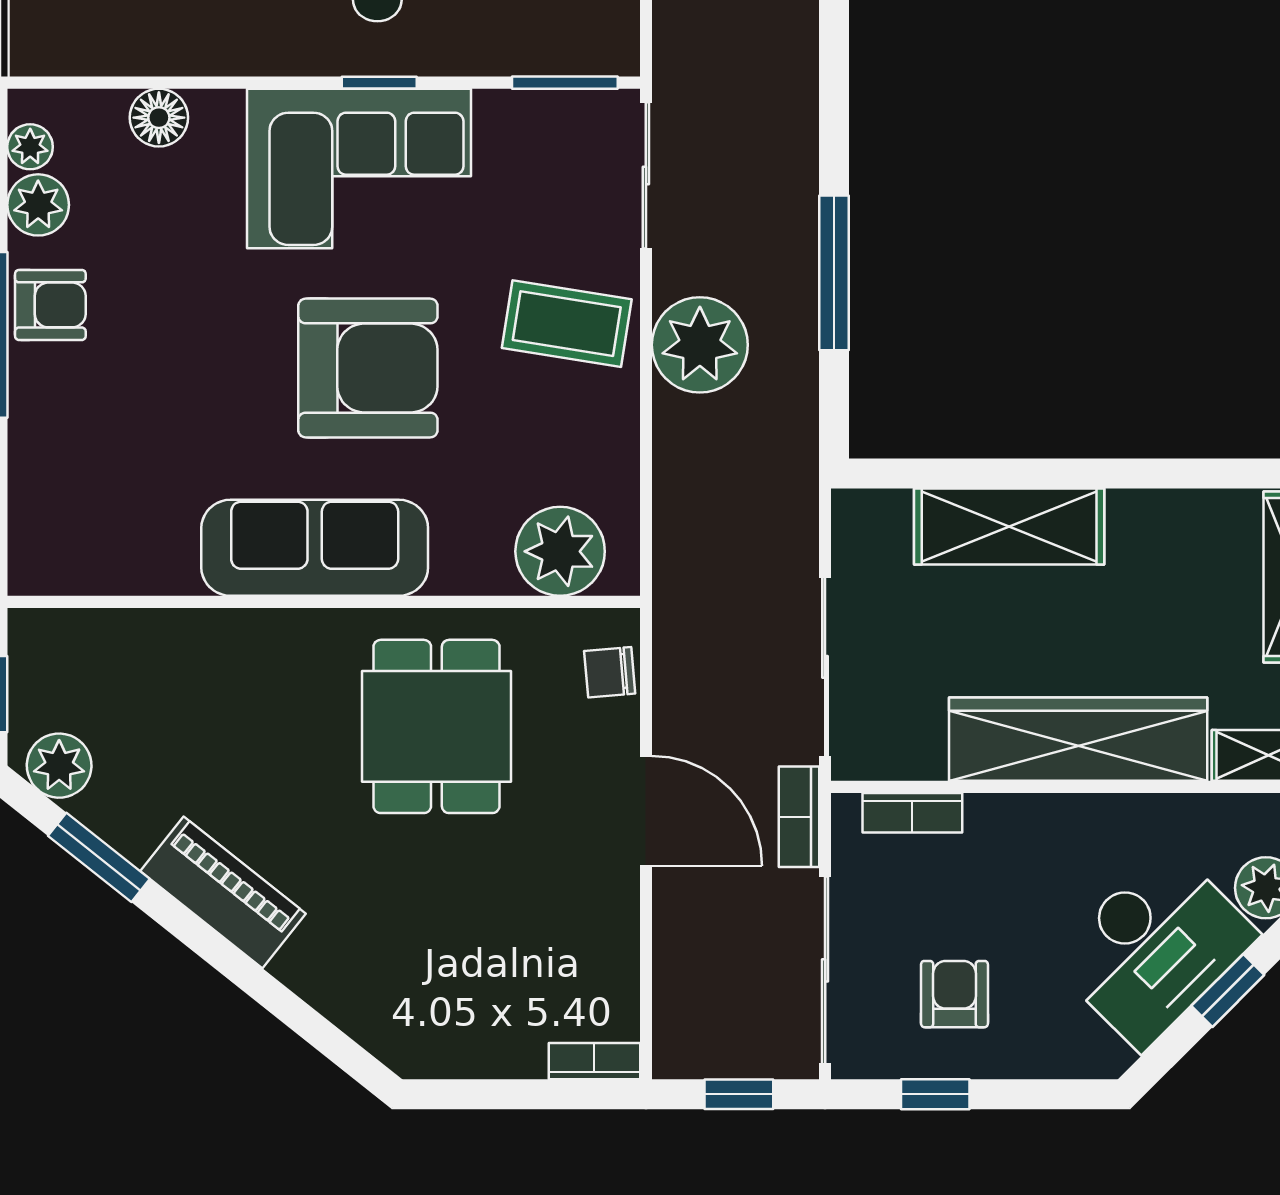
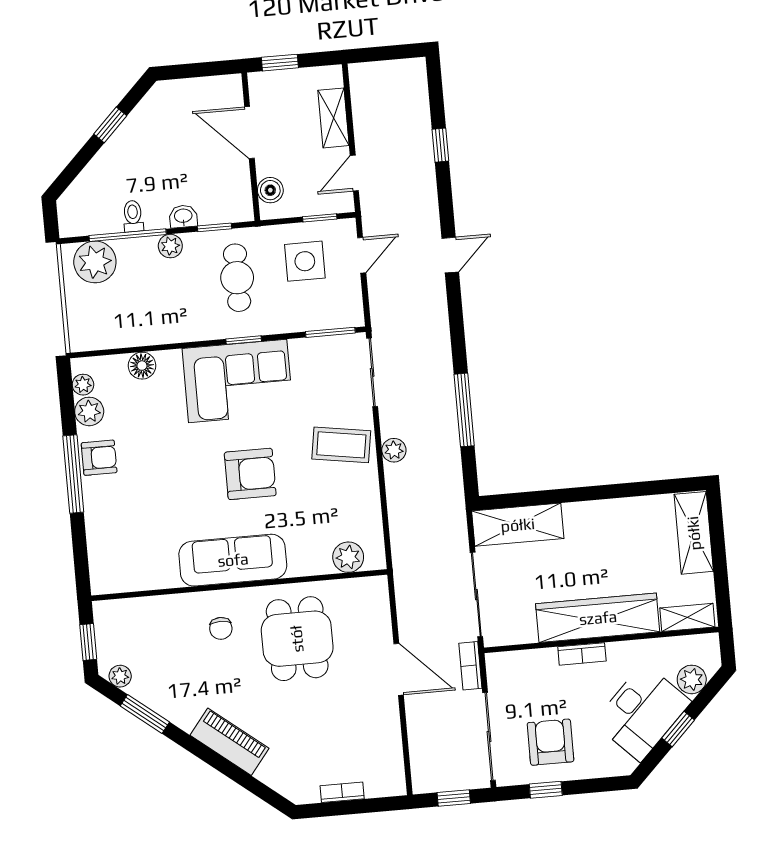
plant: (700, 345) -> (394, 450), width x0.53, depth x0.53
armchair: (368, 368) -> (250, 474), width x0.73, depth x0.73
shelving: (1009, 527) -> (518, 525), moved
plant: (560, 551) -> (348, 557), width x0.73, depth x0.73
chair: (610, 672) -> (221, 628), moved, turned -85
plant: (59, 766) -> (120, 676), width x0.73, depth x0.73
bookcase: (912, 813) -> (582, 654), moved
piano: (223, 892) -> (230, 742), moved
armchair: (954, 994) -> (551, 742), width x1.38, depth x1.38
bookcase: (594, 1061) -> (342, 792), moved

